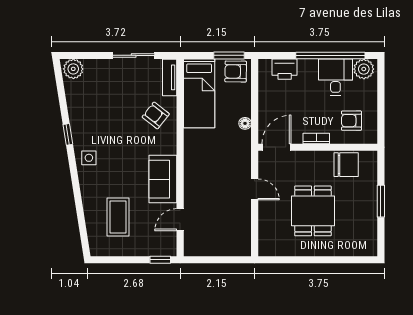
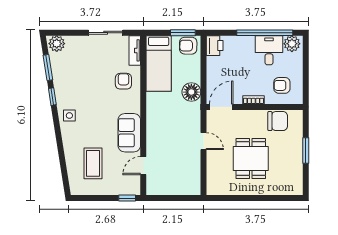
printer: (285, 69) -> (215, 46), moved, turned -90
window: (62, 98) -> (48, 67), added
armchair: (156, 115) -> (123, 81), turned 52
floor lamp: (245, 123) -> (191, 92), width x1.89, depth x1.89

